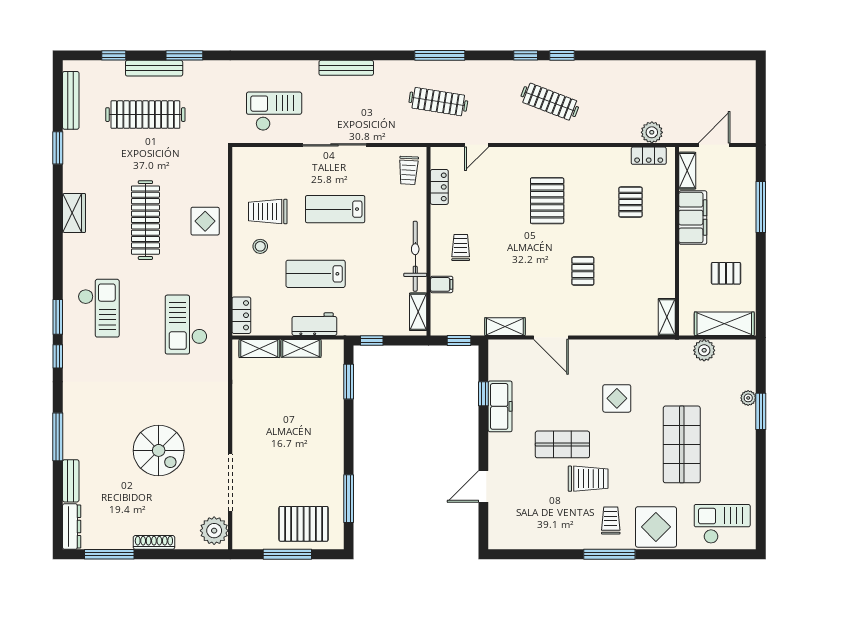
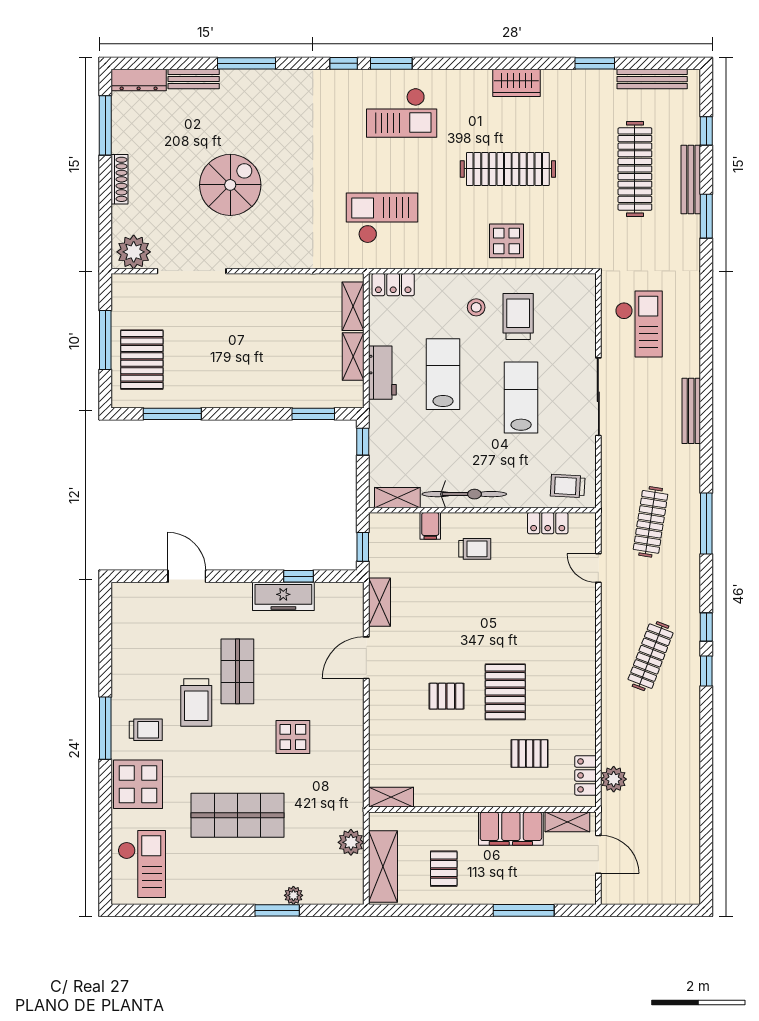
pallet: (547, 201) -> (505, 692), moved, turned 90
spiral stairs: (159, 450) -> (230, 185), turned 180

